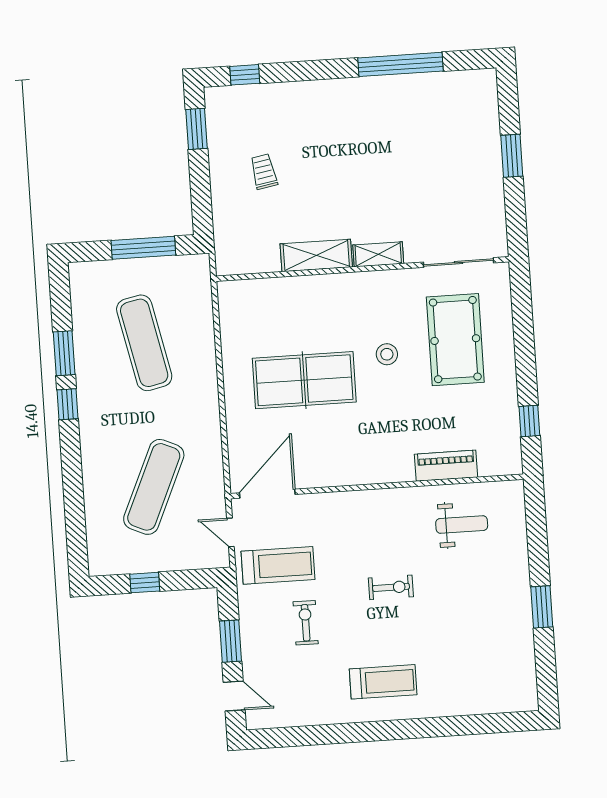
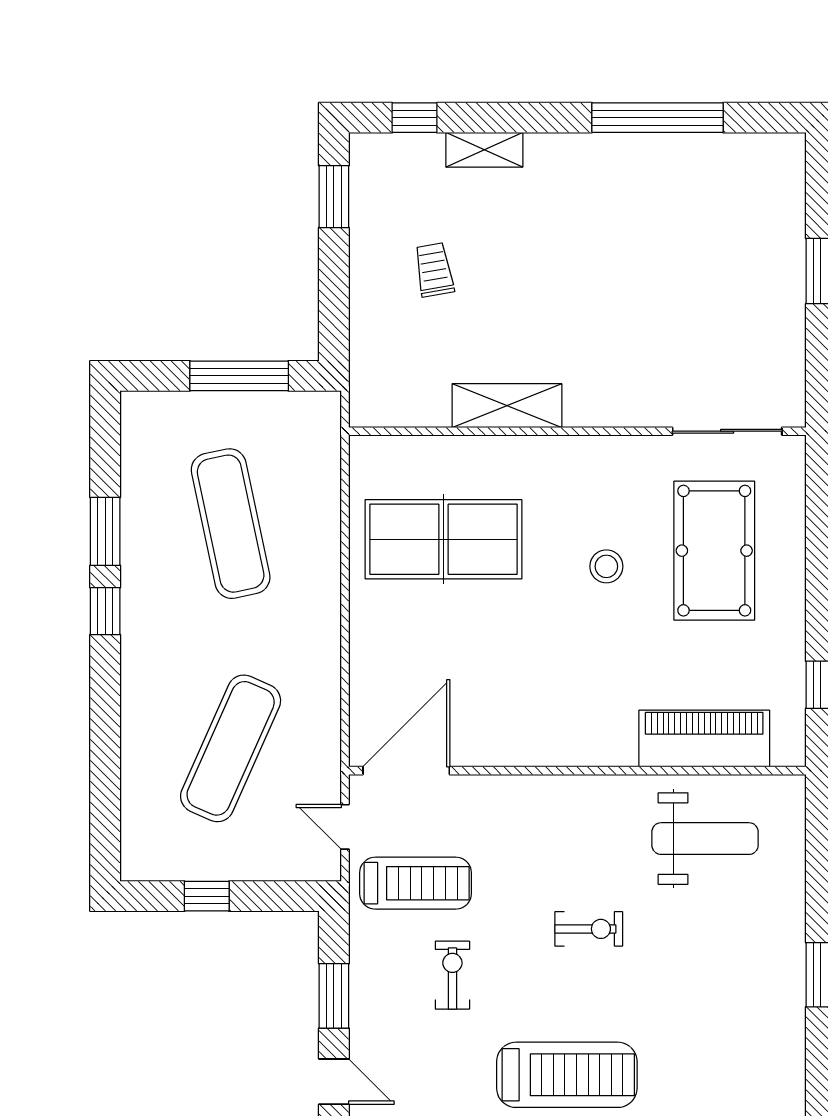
shelving: (378, 254) -> (484, 150), moved
table tennis table: (304, 380) -> (443, 539), moved
piano: (446, 466) -> (704, 739), width x1.37, depth x1.33
weight bench: (462, 525) -> (705, 839), width x1.36, depth x1.33
treadmill: (383, 682) -> (567, 1075), width x1.37, depth x1.38

